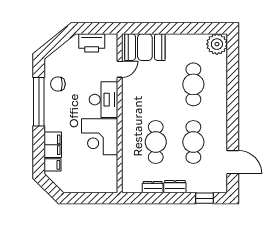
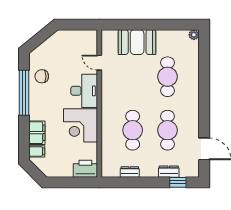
printer: (92, 43) -> (85, 169), moved, turned 180
plant: (217, 44) -> (194, 35), width x0.53, depth x0.53
booth: (145, 47) -> (137, 42), moved
door: (120, 69) -> (99, 63), swing flipped
dresser: (175, 187) -> (169, 172), moved

